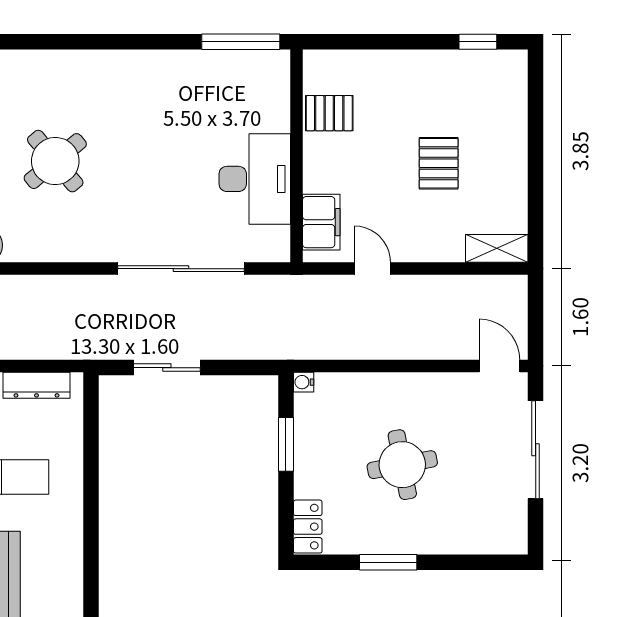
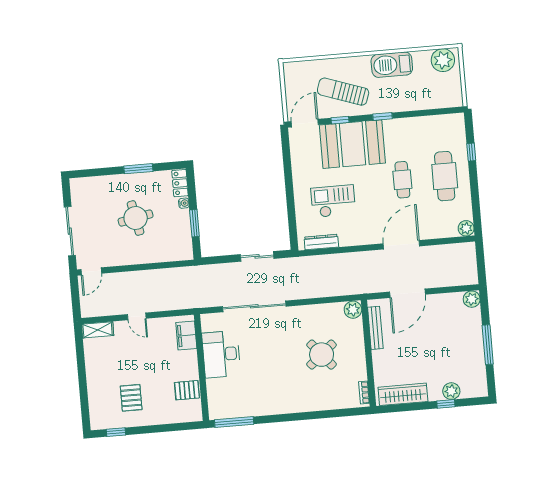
pallet: (439, 163) -> (131, 398), moved
door: (372, 269) -> (137, 316), moved
door: (500, 366) -> (91, 271), hinge flipped
water cooler: (304, 382) -> (184, 203), moved

